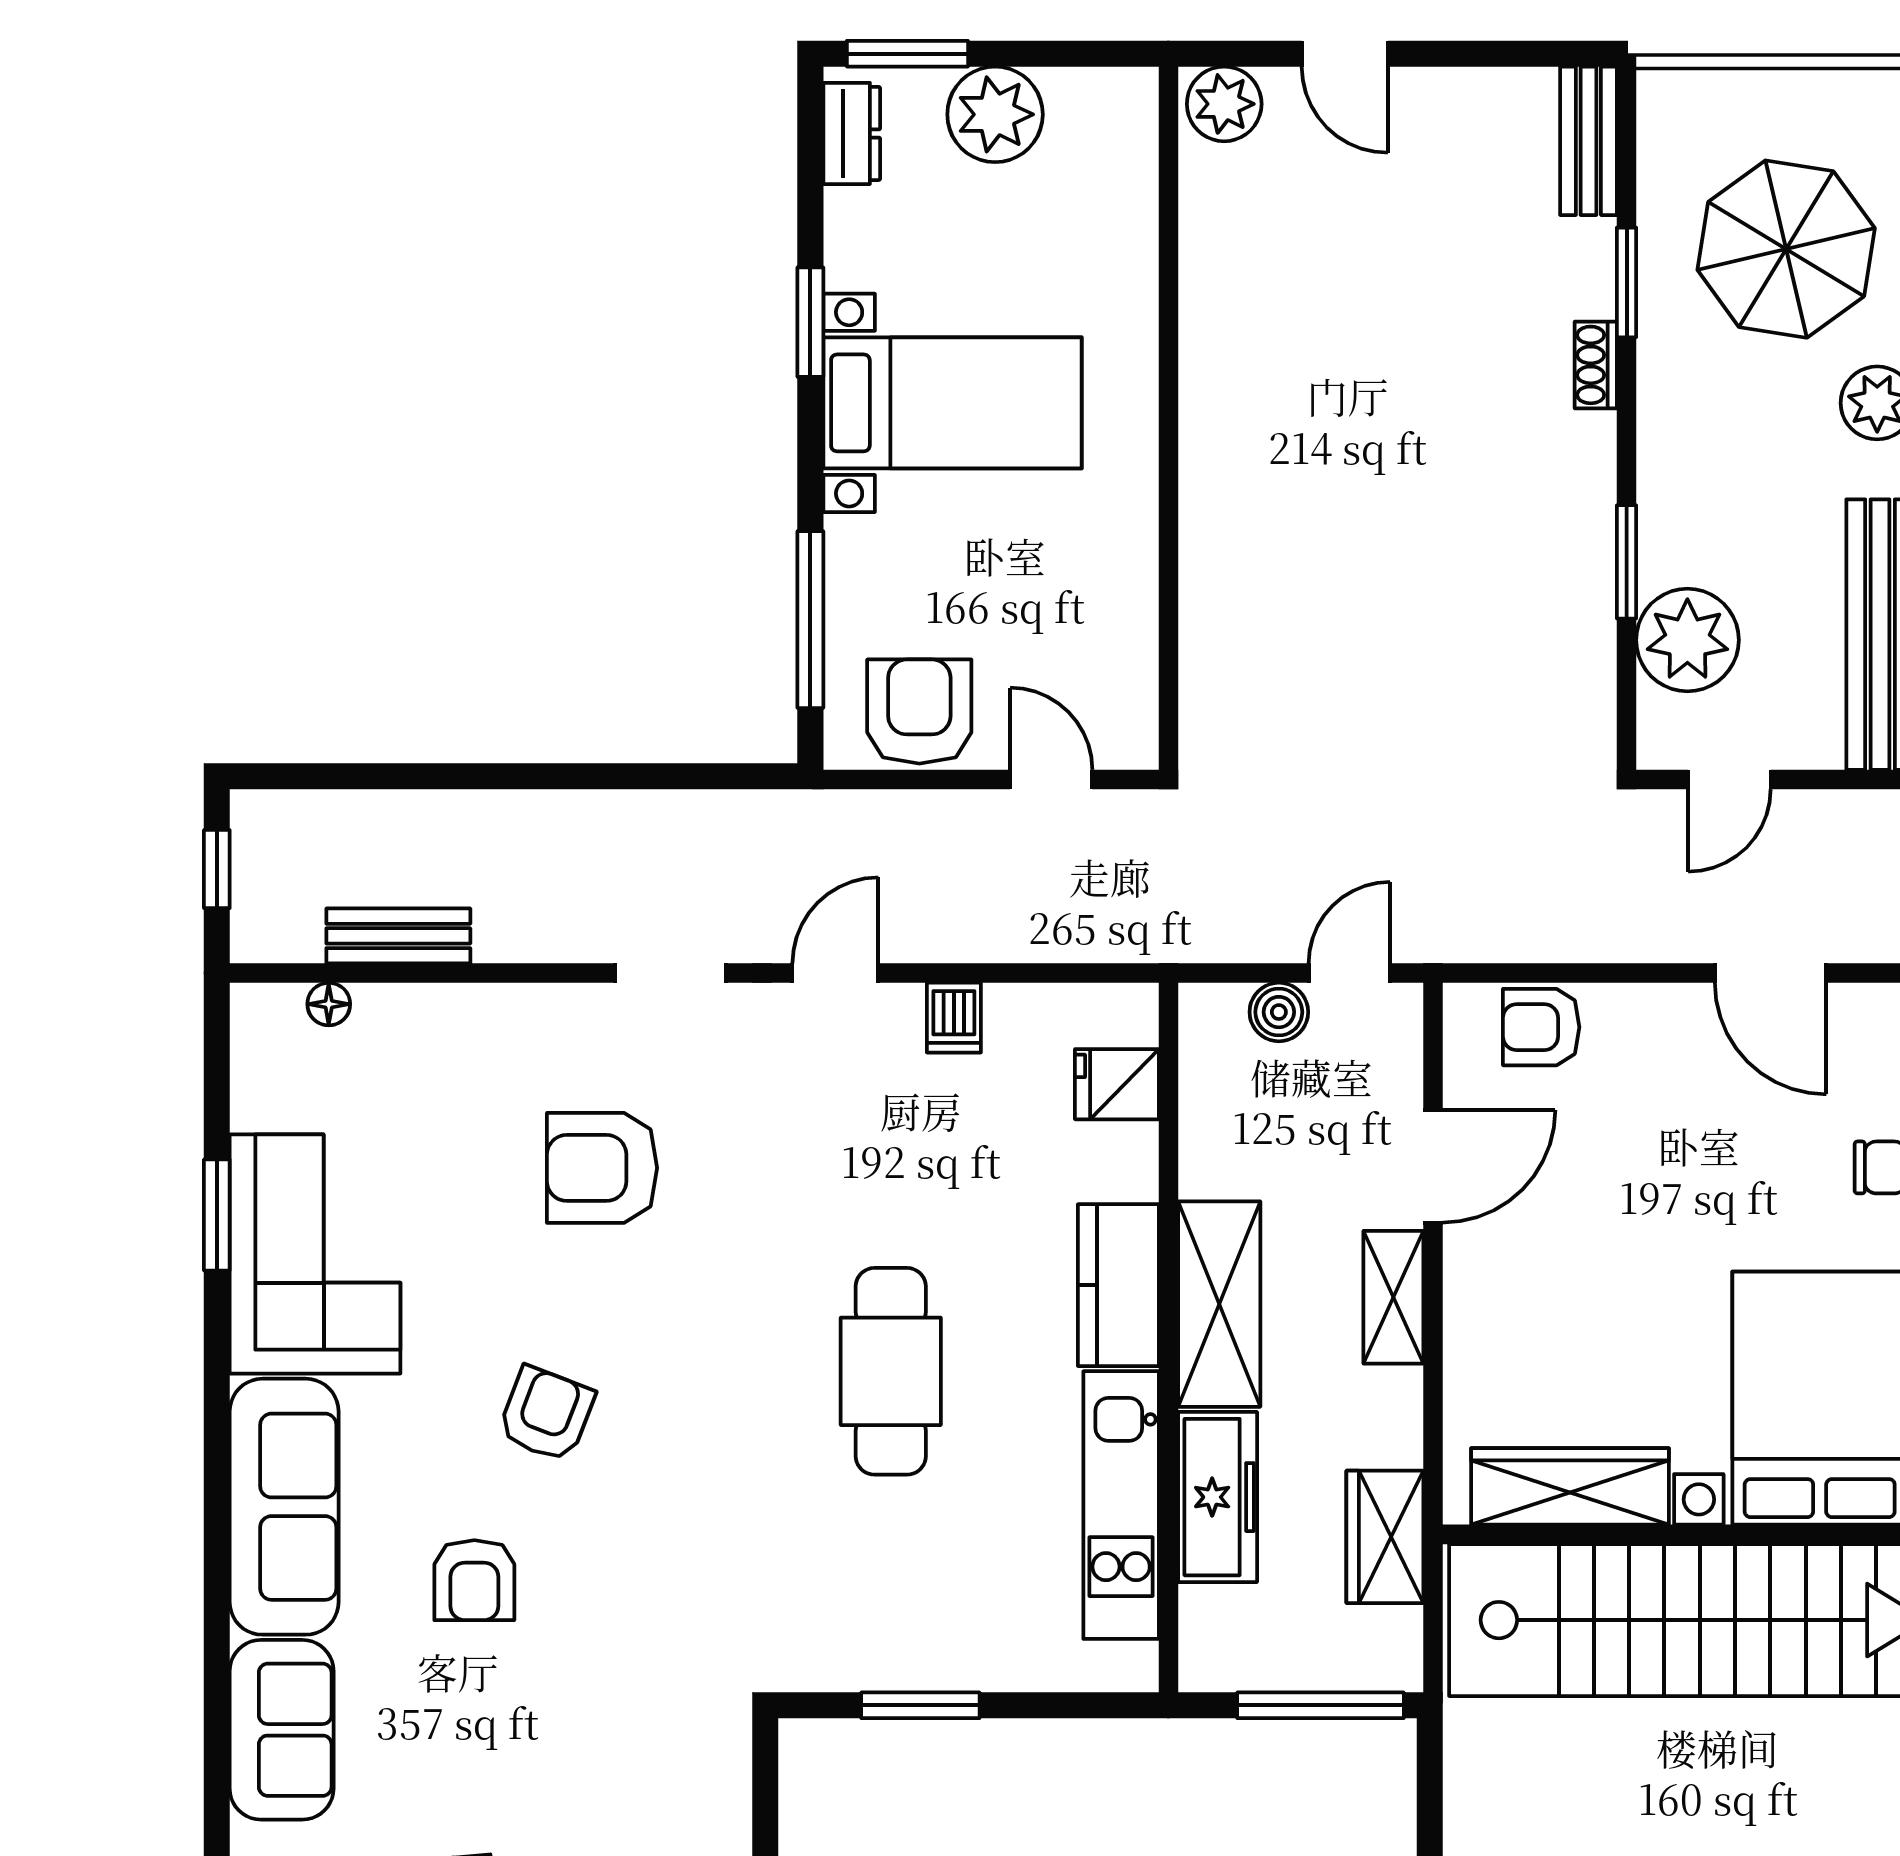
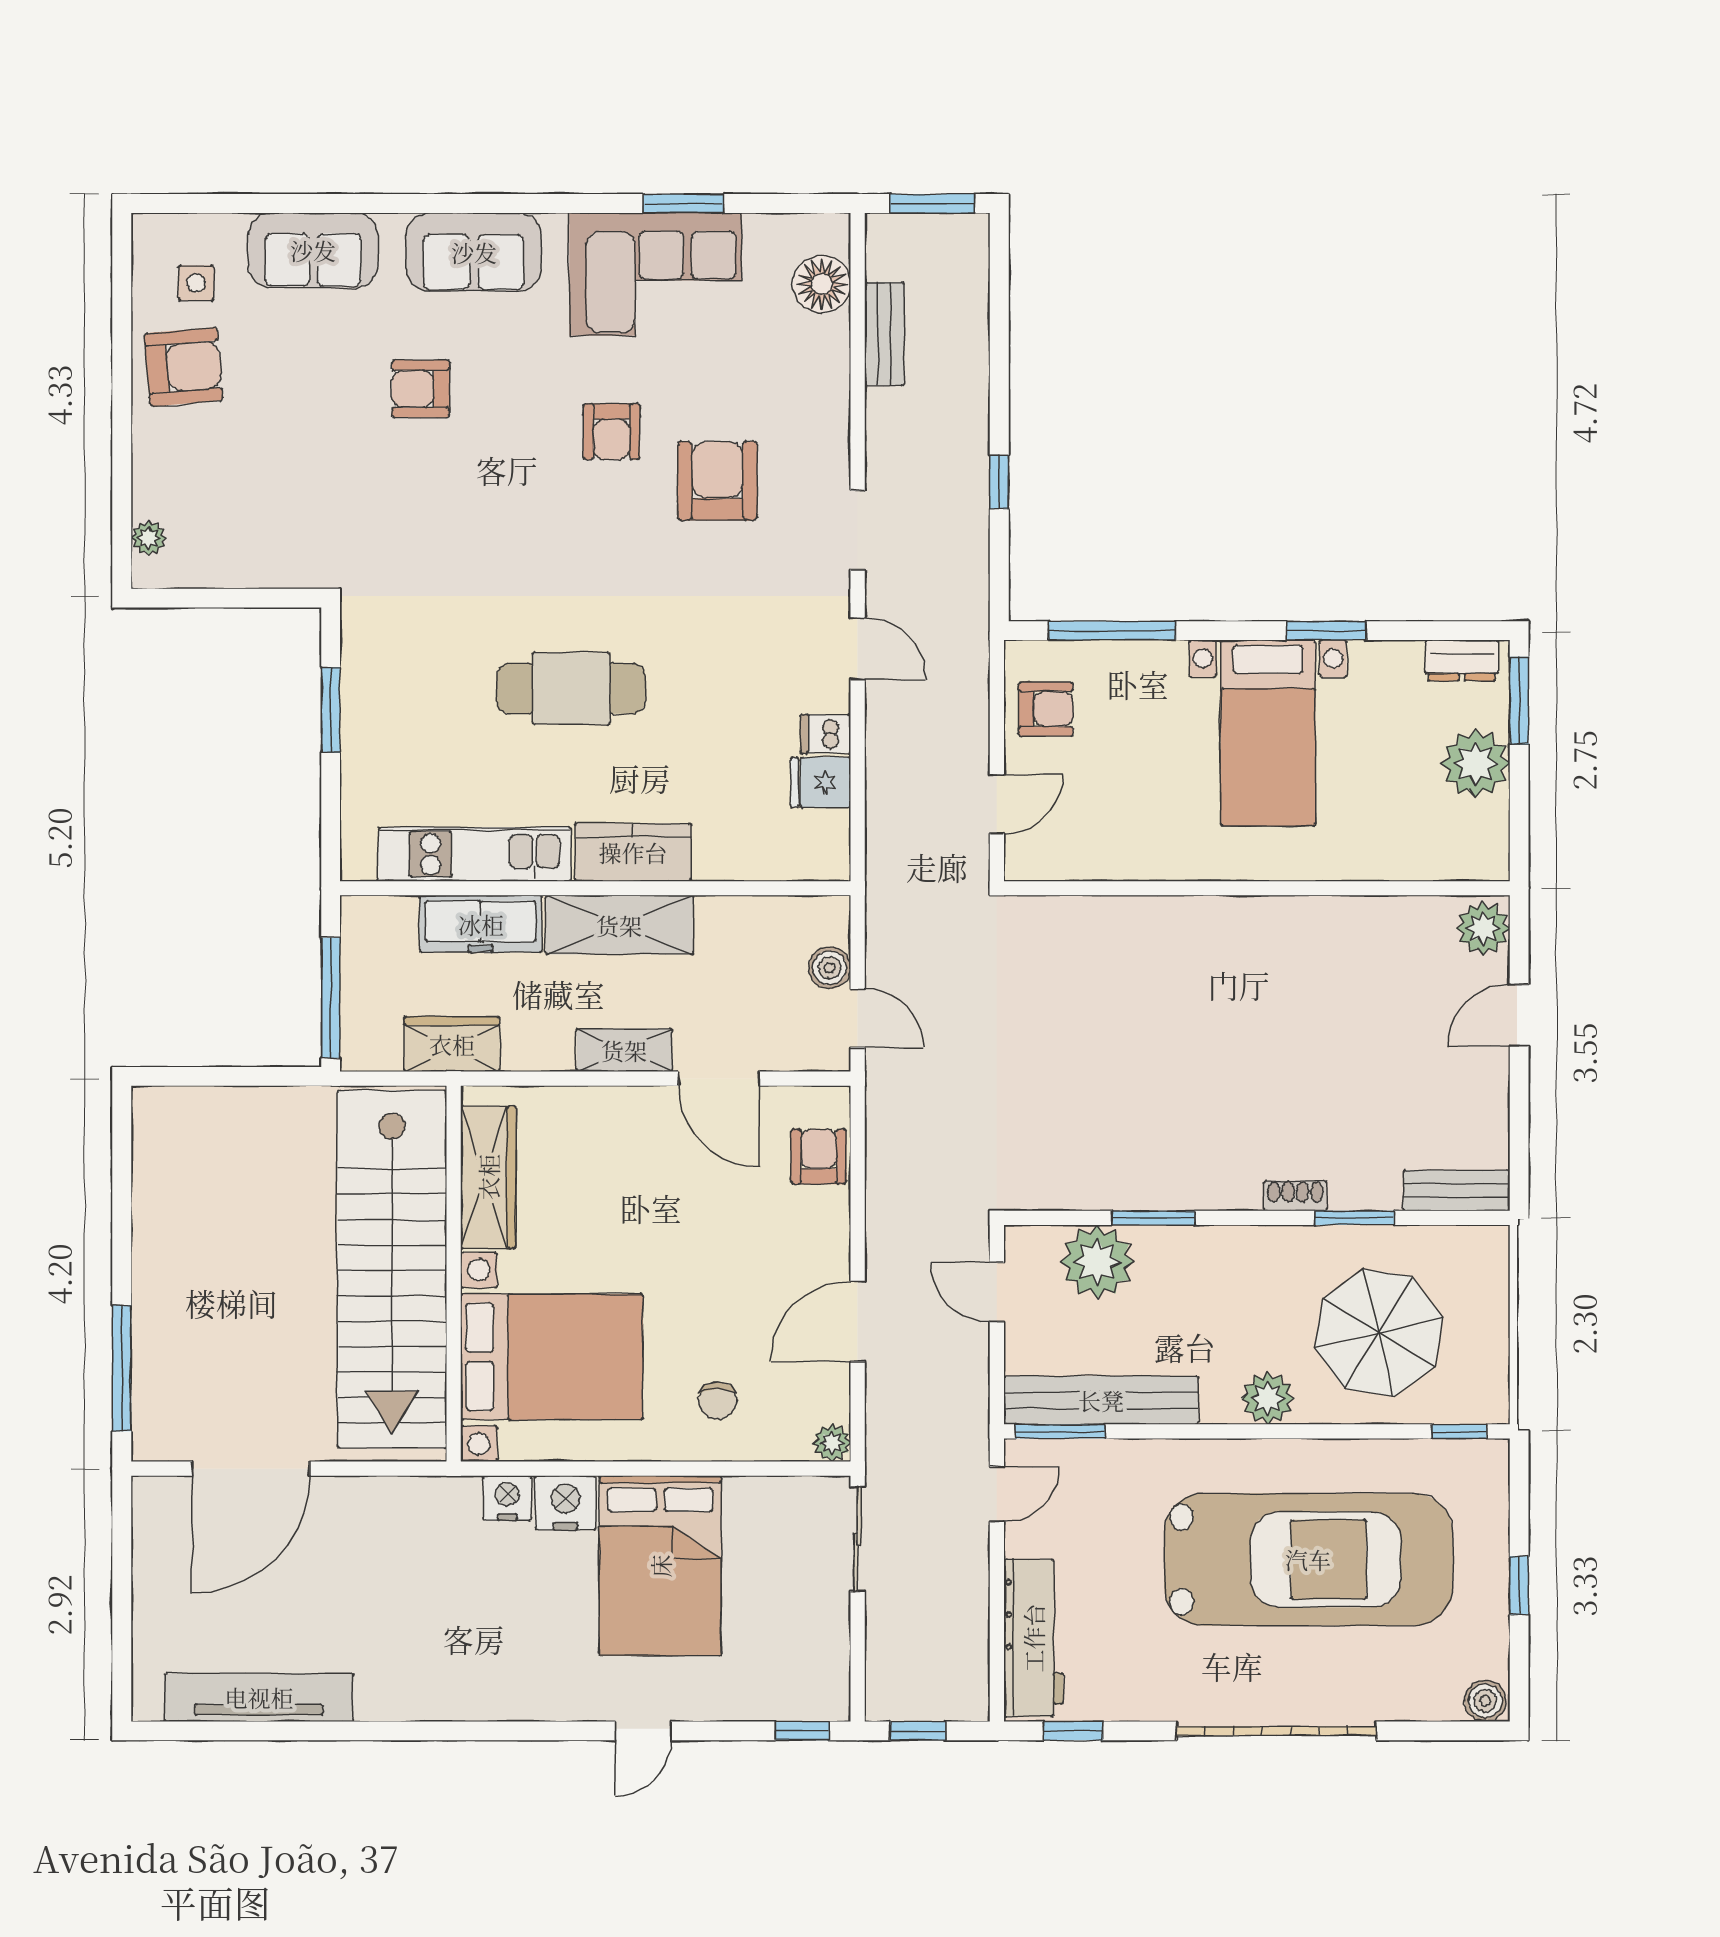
armchair: (919, 712) -> (1046, 709), width x0.72, depth x0.72
window: (604, 776) -> (999, 482), added
window: (217, 869) -> (932, 203), width x1.50
floor lamp: (329, 1004) -> (822, 284), width x1.89, depth x1.89
fridge: (1117, 1084) -> (821, 782), moved, turned -90
armchair: (546, 1414) -> (612, 432), moved, turned 69
sofa: (284, 1507) -> (474, 252), width x0.73

